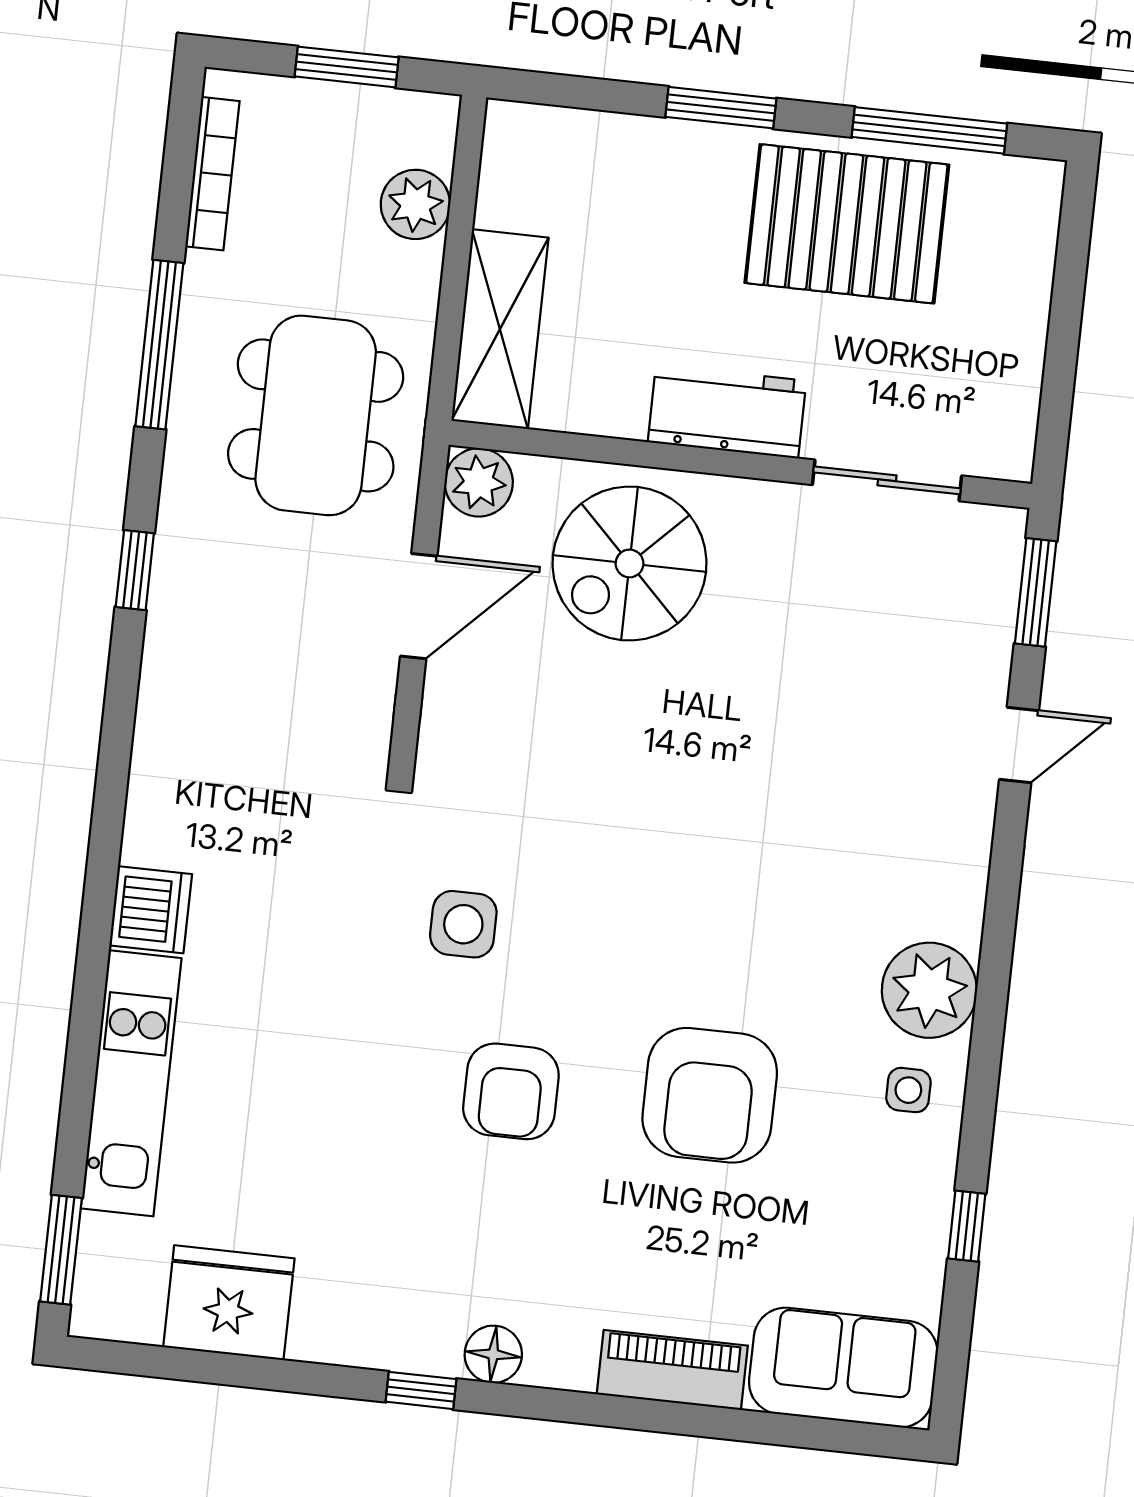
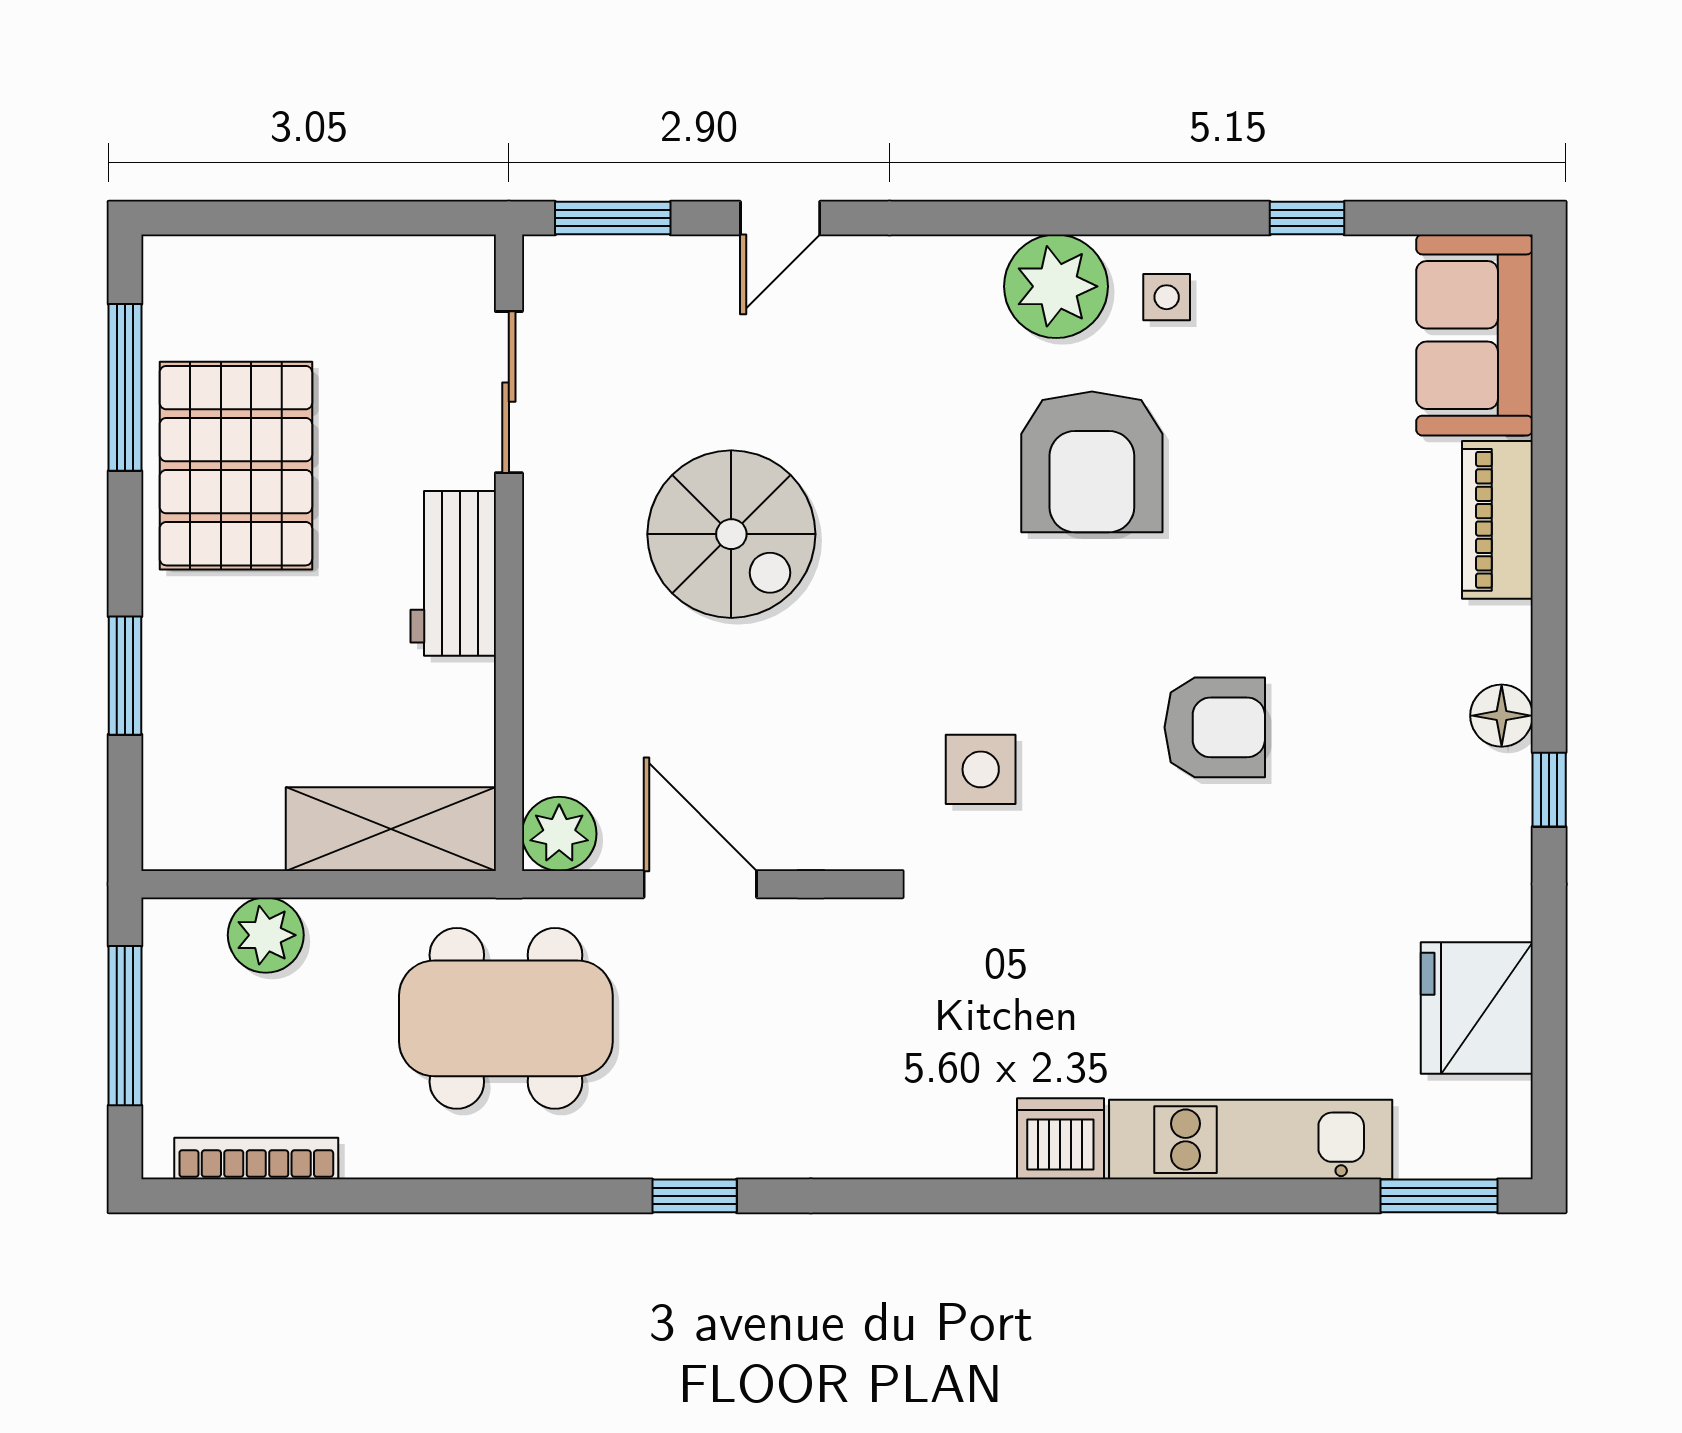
window: (347, 67) -> (125, 1026), width x1.44
window: (721, 108) -> (125, 676), moved
window: (159, 345) -> (448, 1196), removed
spiral stairs: (630, 563) -> (731, 534), moved
door: (1019, 745) -> (780, 218), swing flipped
side table: (463, 924) -> (981, 769), moved
armchair: (710, 1095) -> (1092, 462), moved, turned 90

